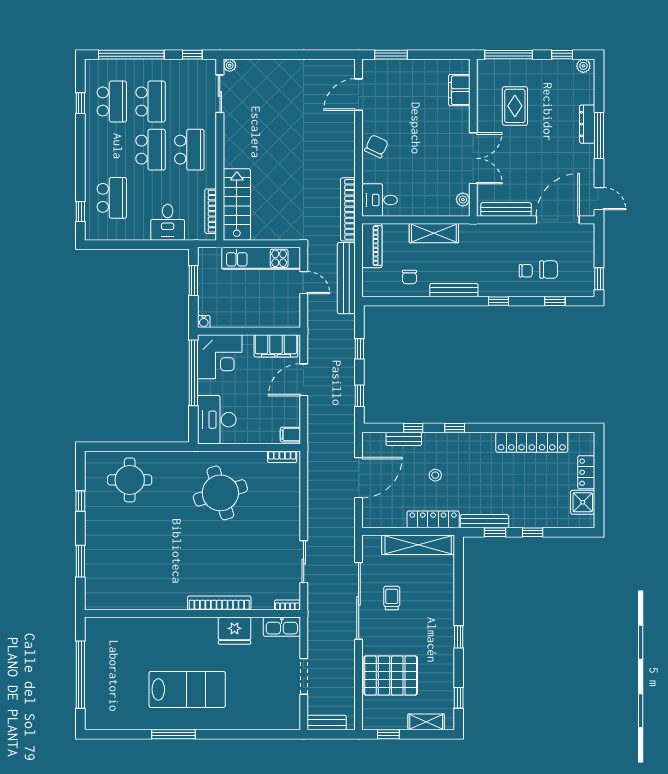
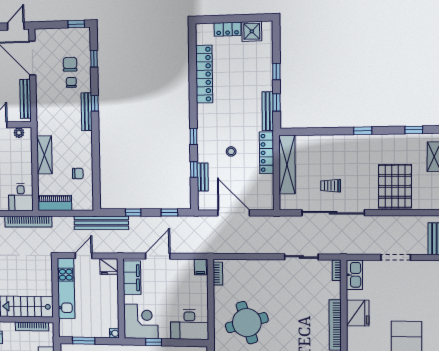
bench: (346, 278) -> (101, 223), moved
bench: (454, 290) -> (87, 112), moved
fridge: (290, 316) -> (109, 266), added
window: (193, 373) -> (154, 342), width x0.32
door: (304, 380) -> (158, 256), swing flipped

